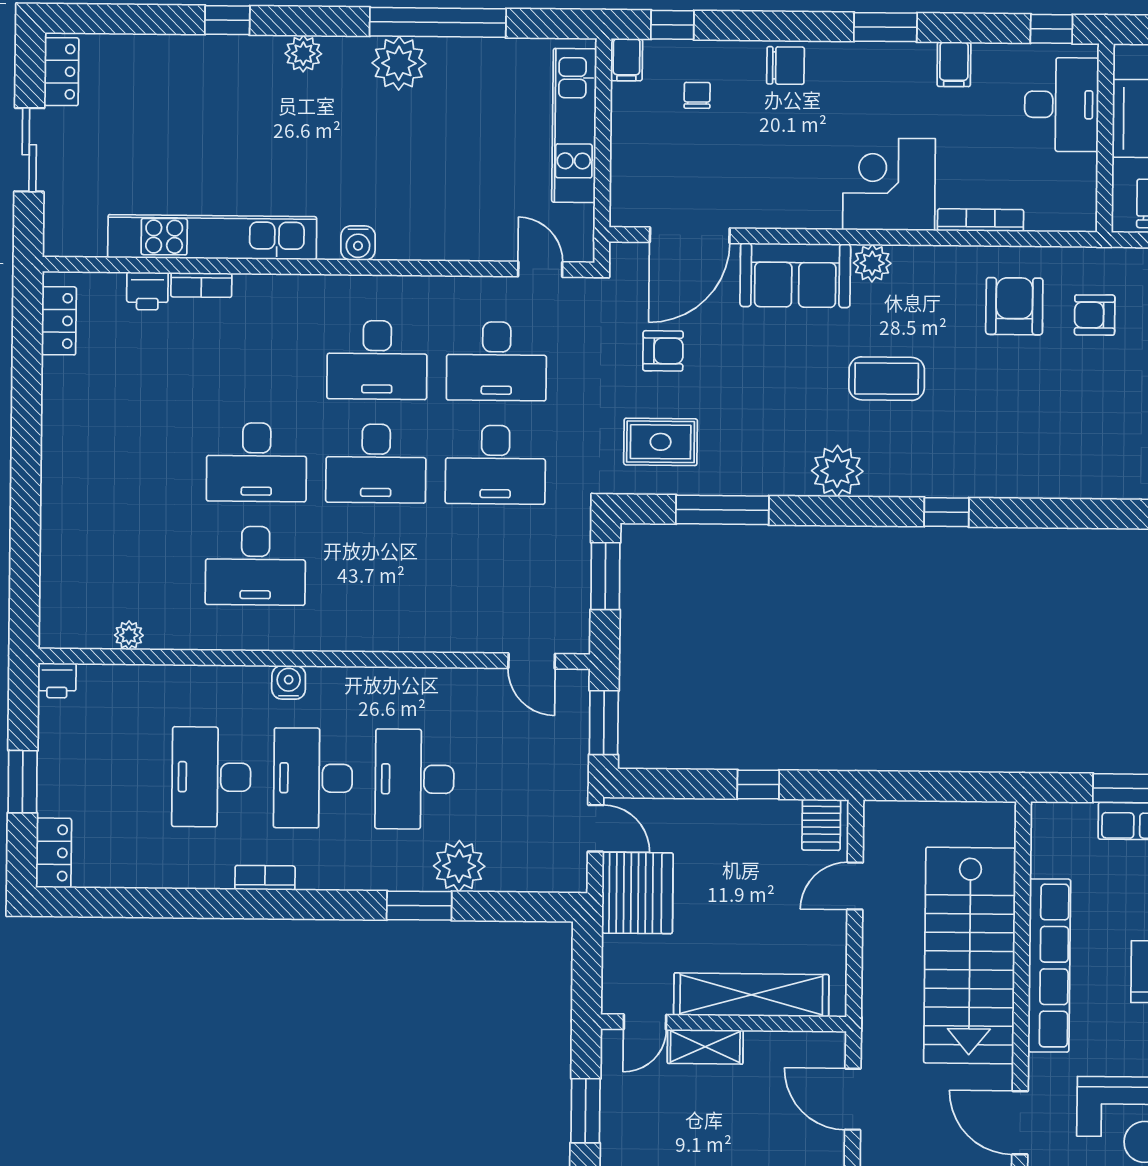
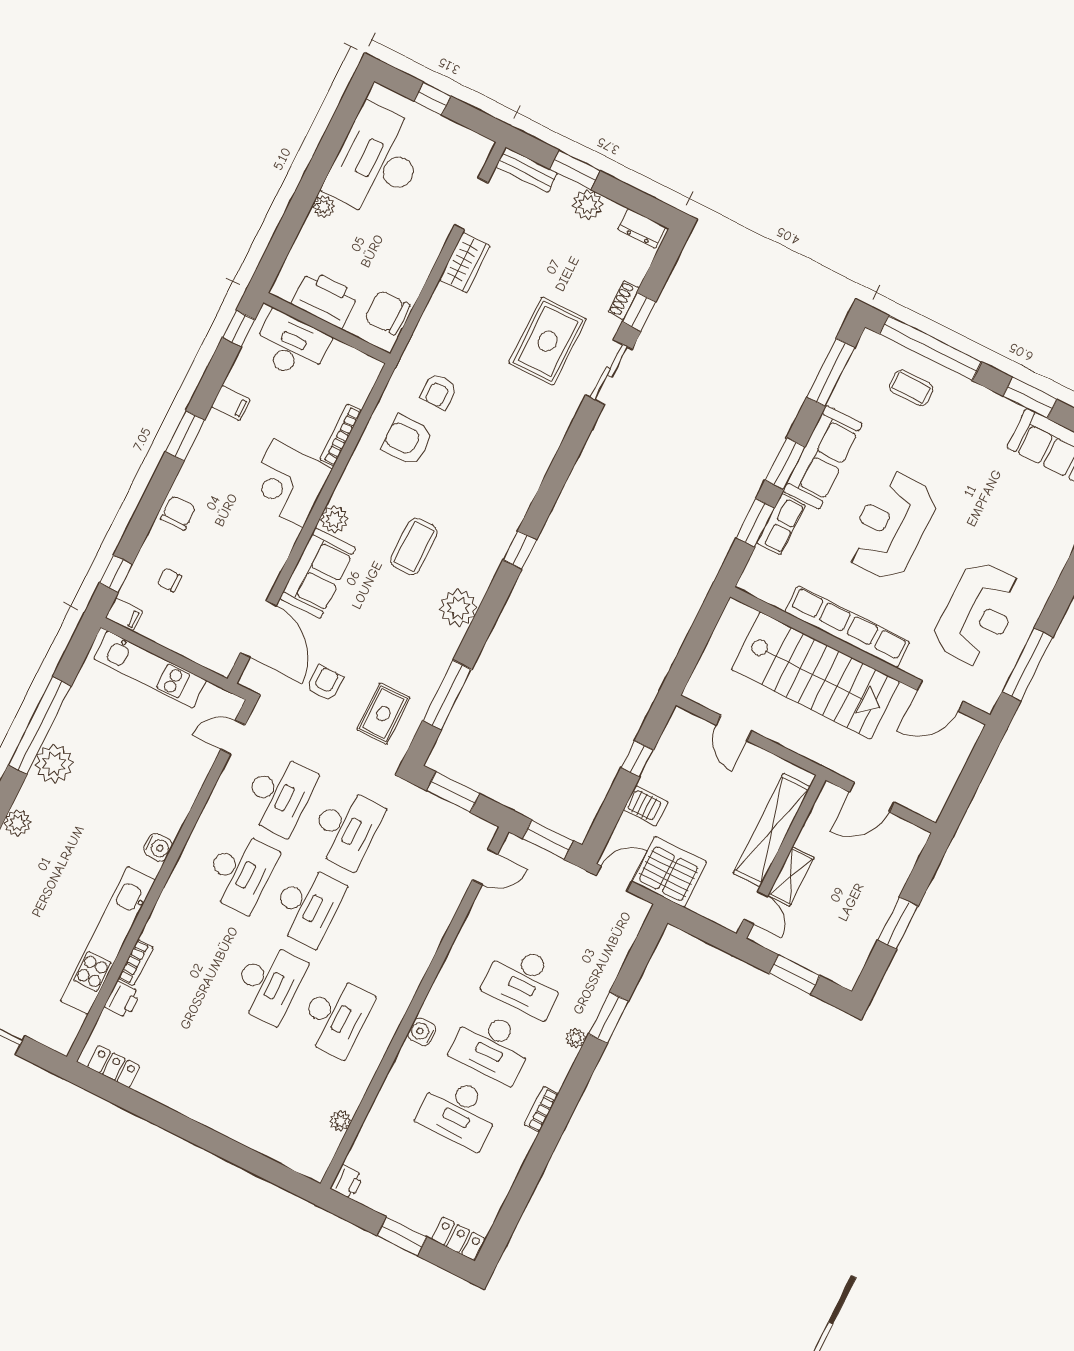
server rack: (821, 825) -> (646, 806), moved
plant: (459, 866) -> (576, 1038), moved, width x0.53, depth x0.53

